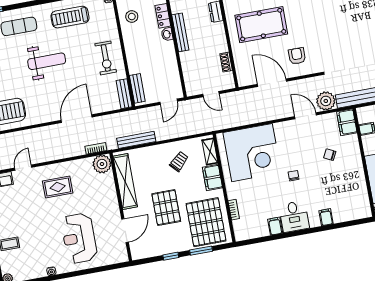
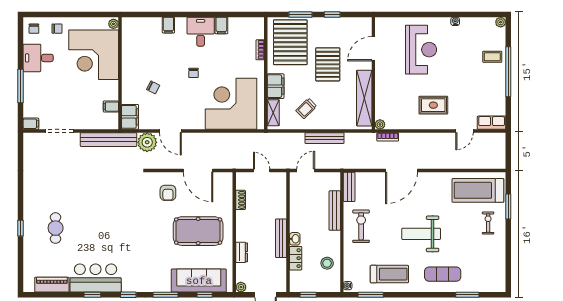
bench: (137, 88) -> (335, 211), moved, width x1.36
bench: (136, 140) -> (325, 138), moved
plant: (102, 164) -> (380, 124), width x0.53, depth x0.53

